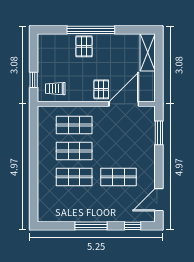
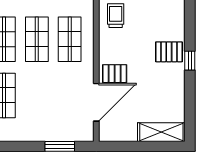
window: (91, 30) -> (190, 61), width x0.32
door: (124, 104) -> (96, 102), hinge flipped

